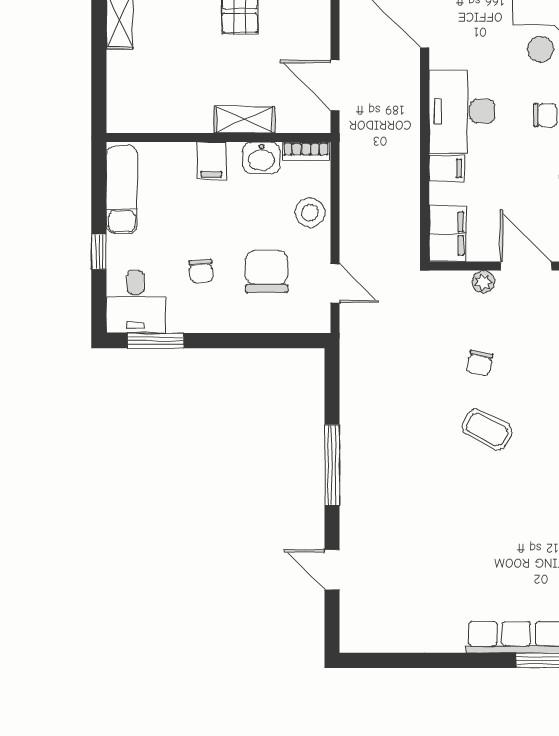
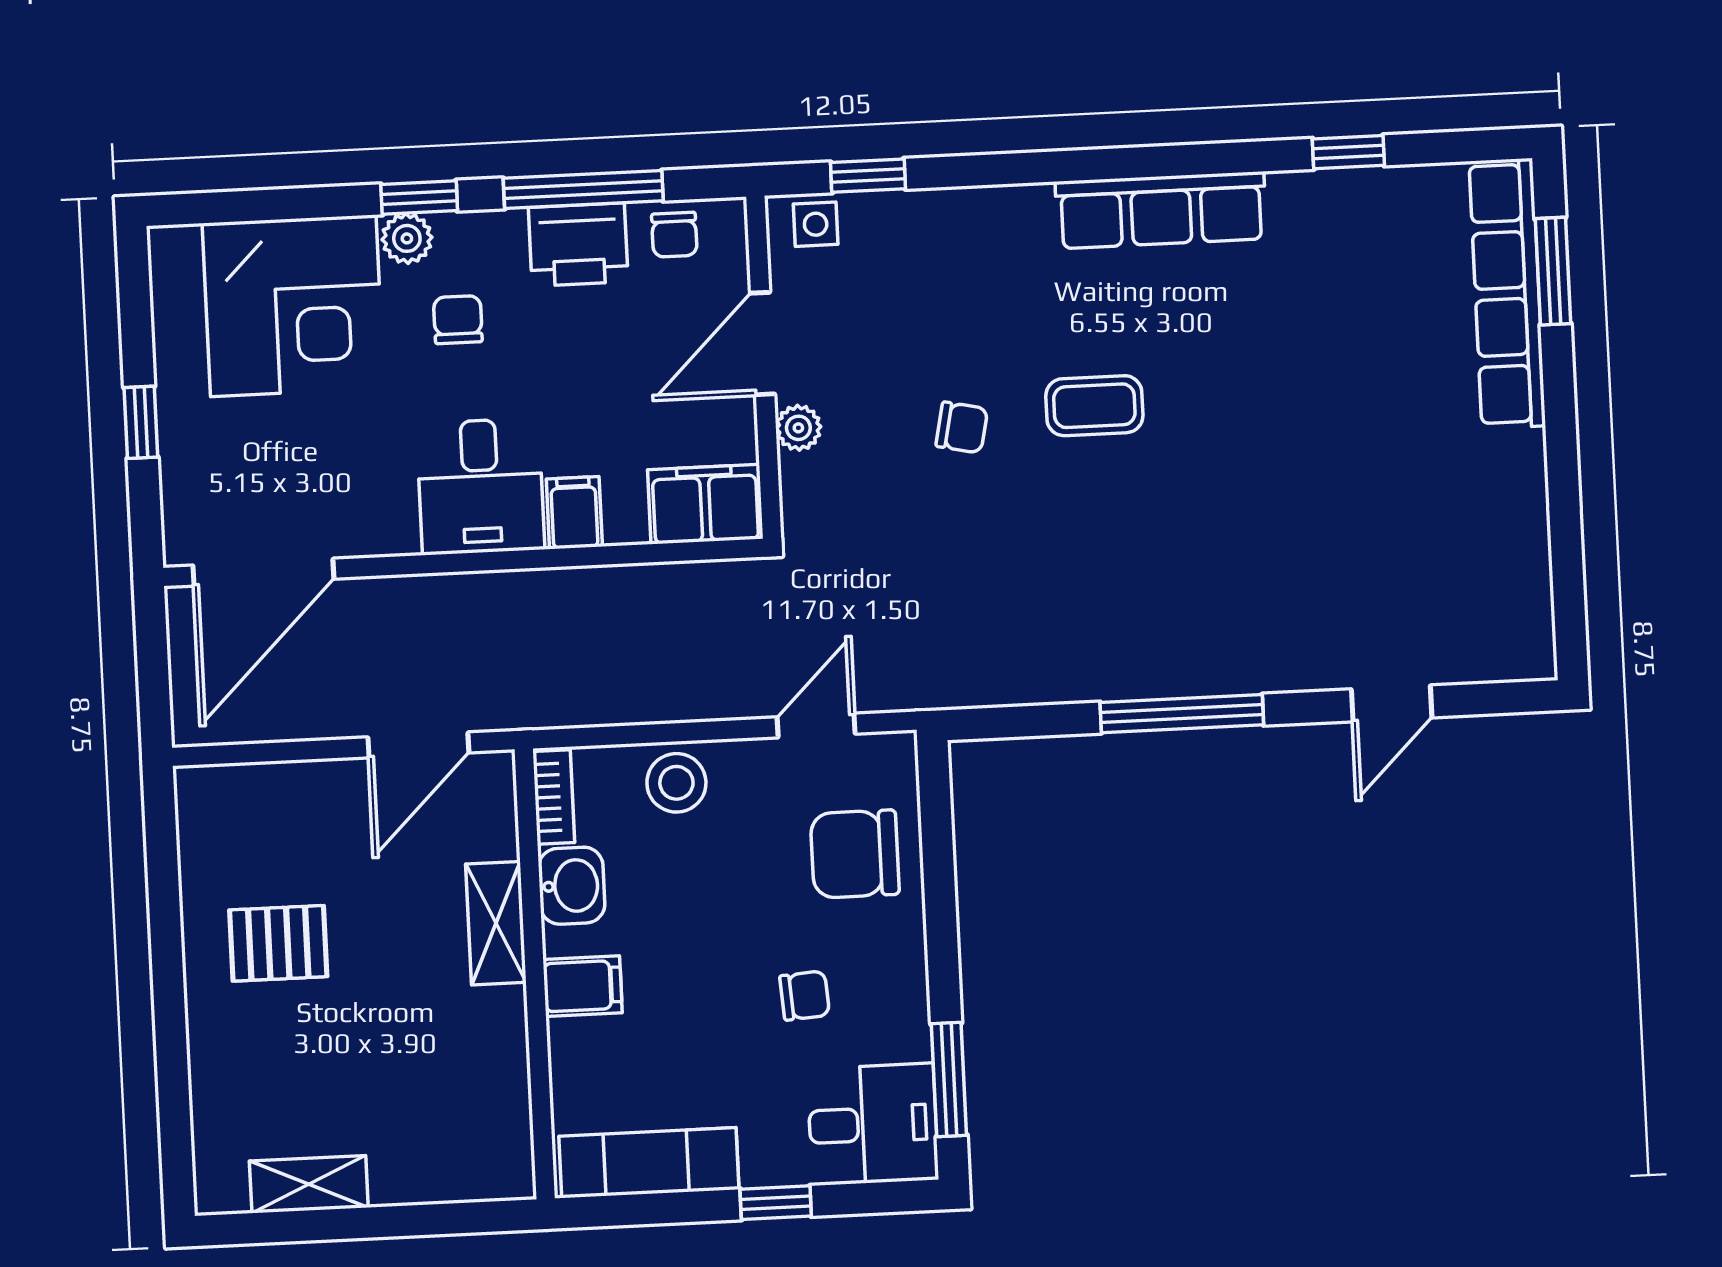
desk: (462, 111) -> (481, 486), width x0.73
chair: (267, 272) -> (855, 854), moved
coffee table: (487, 429) -> (1094, 406), turned 63

